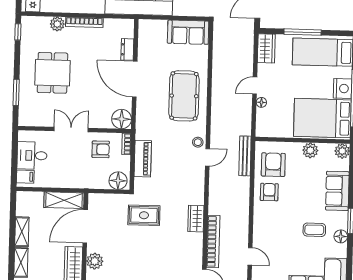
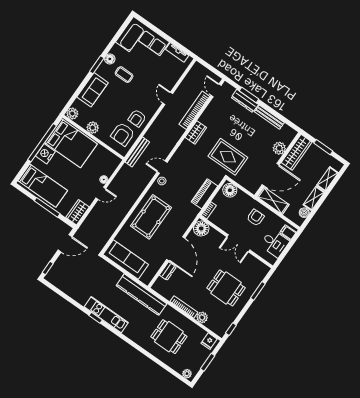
sofa: (188, 32) -> (126, 259), width x1.36
dining table: (52, 73) -> (226, 288), turned 90
armchair: (101, 149) -> (256, 218), moved, turned 90
boiler: (22, 209) -> (304, 213), added
rug: (144, 215) -> (228, 157), width x1.36, depth x1.43
door: (250, 256) -> (168, 98), moved

